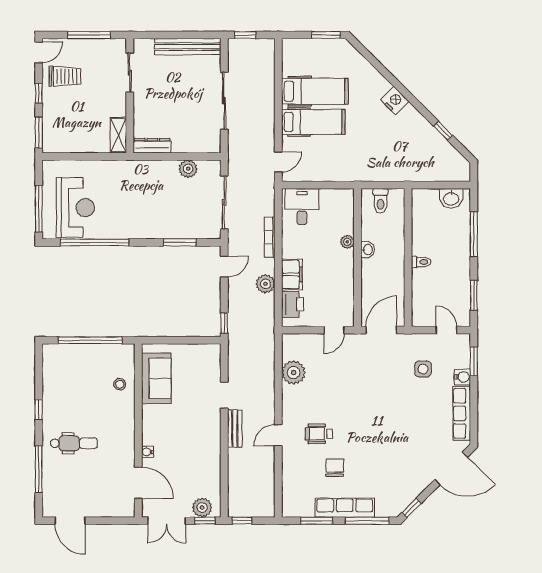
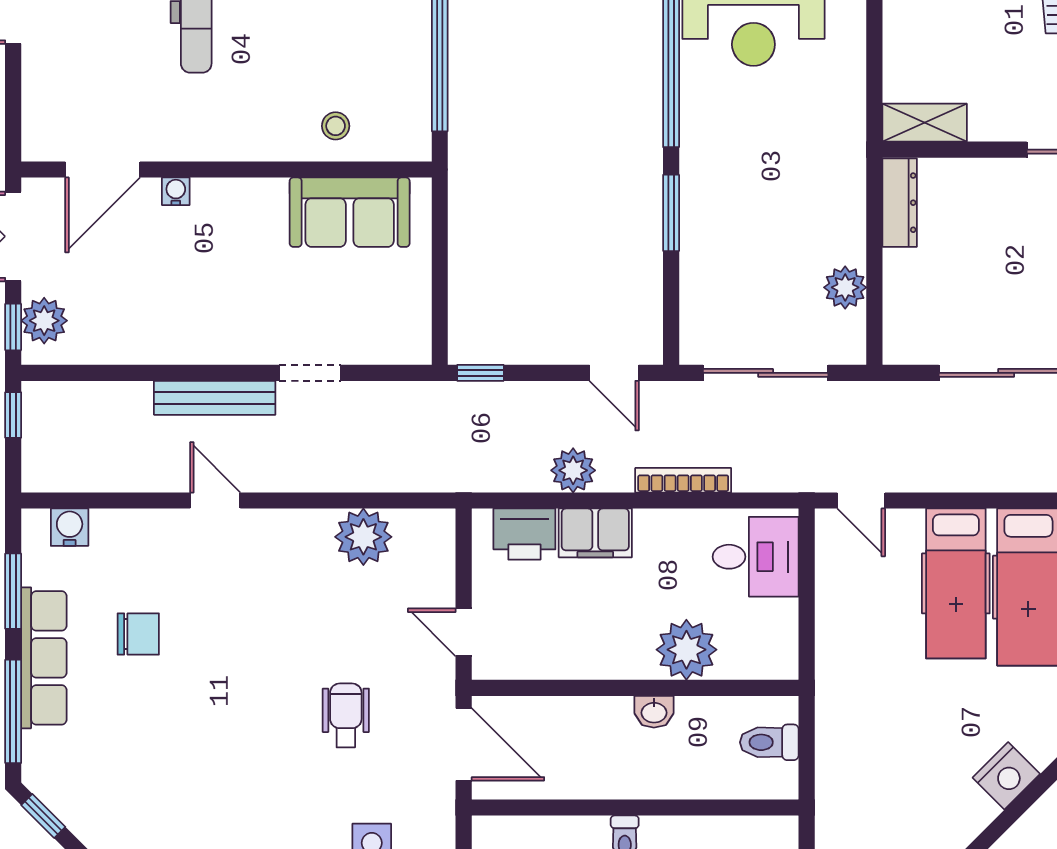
window: (180, 242) -> (671, 213), moved
plant: (347, 242) -> (686, 650), width x1.88, depth x1.88
bench: (235, 429) -> (215, 398), width x1.36
wheelchair: (319, 434) -> (346, 715), moved
water cooler: (289, 497) -> (70, 527), added

